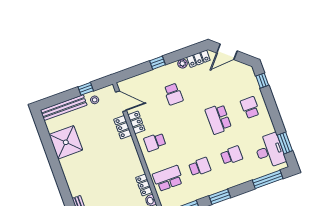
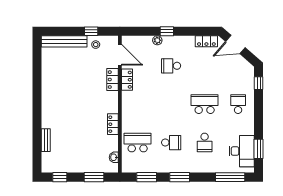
plant: (182, 63) -> (157, 40), moved
school desk: (173, 94) -> (171, 66), turned 90
school desk: (218, 119) -> (205, 104), turned 90
shower: (66, 142) -> (55, 74), removed
school desk: (155, 142) -> (138, 104), removed
school desk: (232, 155) -> (205, 143), turned 90
locker: (144, 185) -> (113, 124), moved

